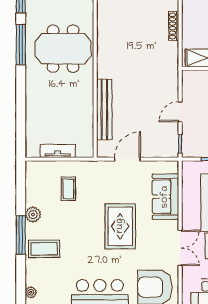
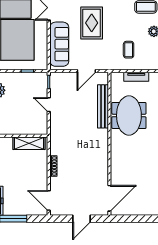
meeting table: (63, 49) -> (129, 115), moved, turned 90
door: (180, 112) -> (49, 105), swing flipped
sofa: (165, 197) -> (59, 44), width x1.36

